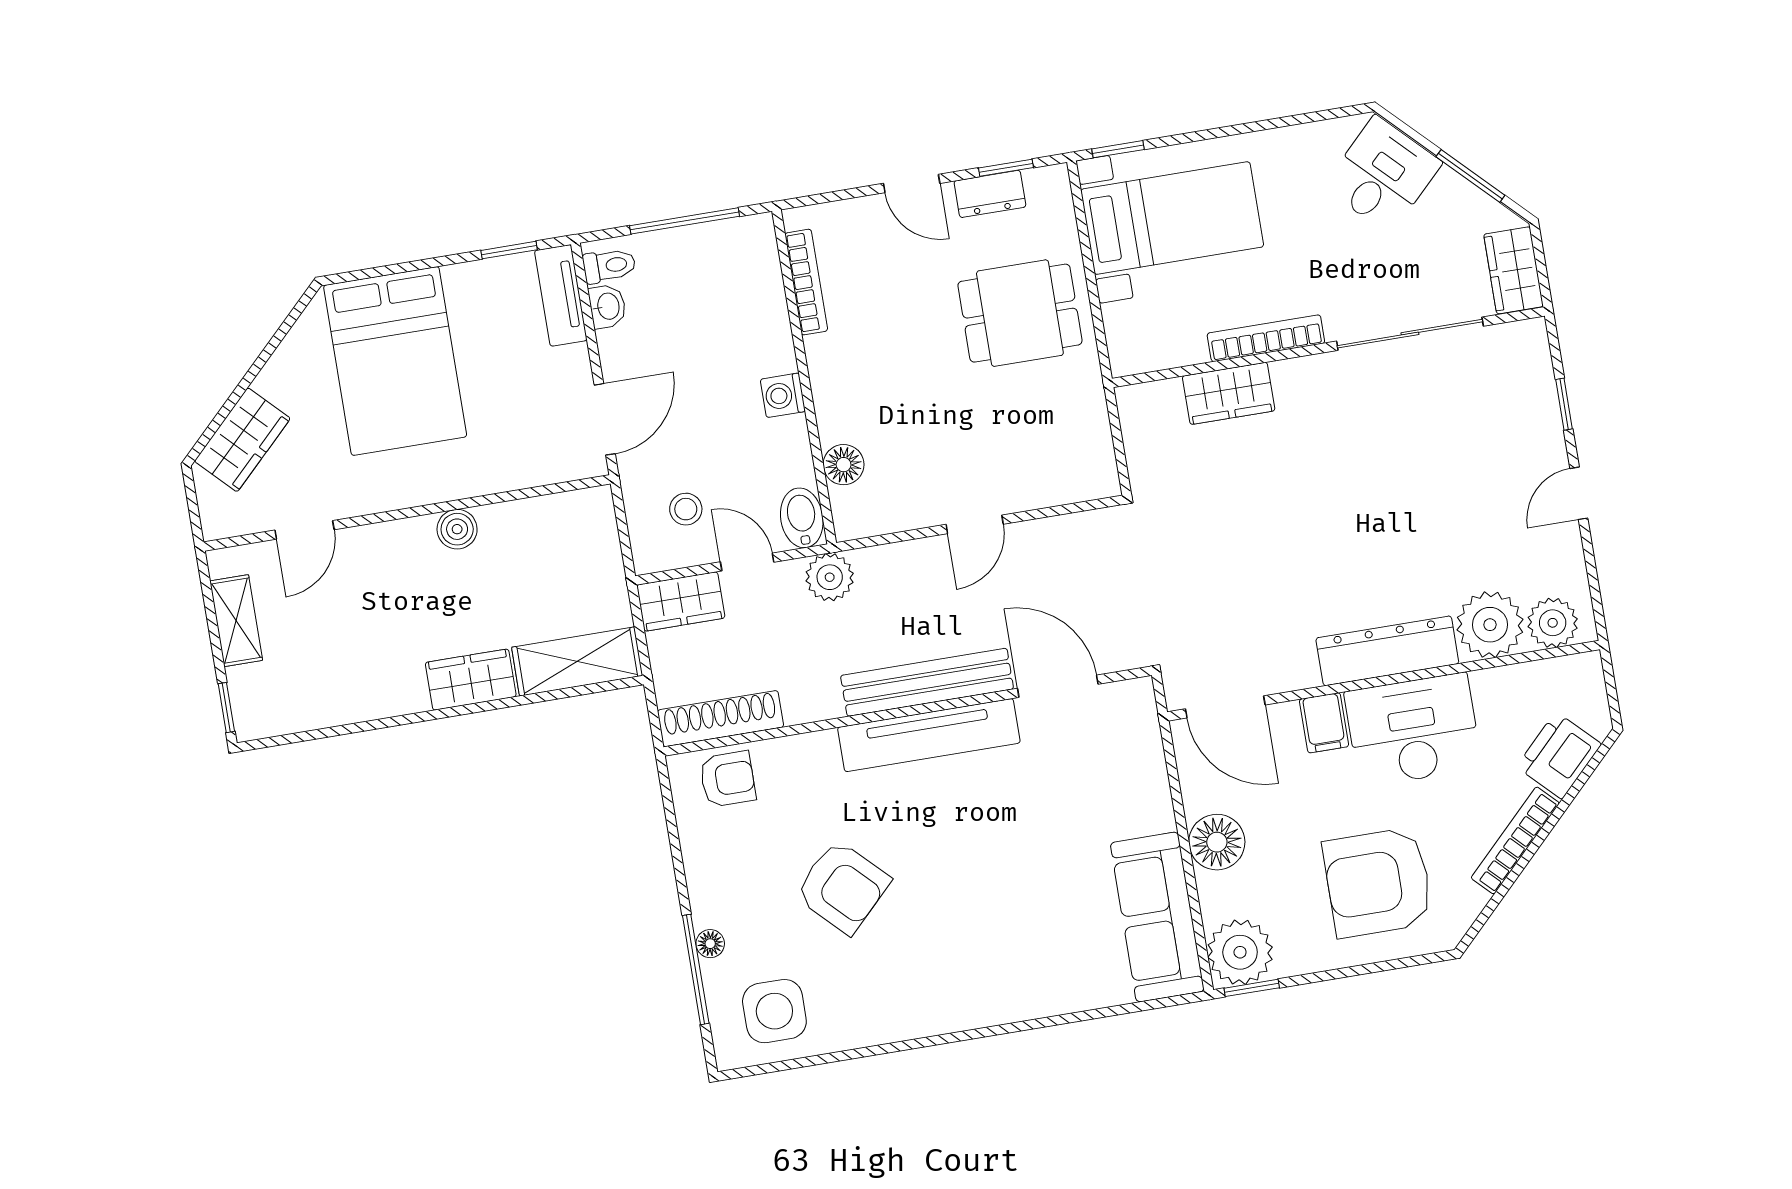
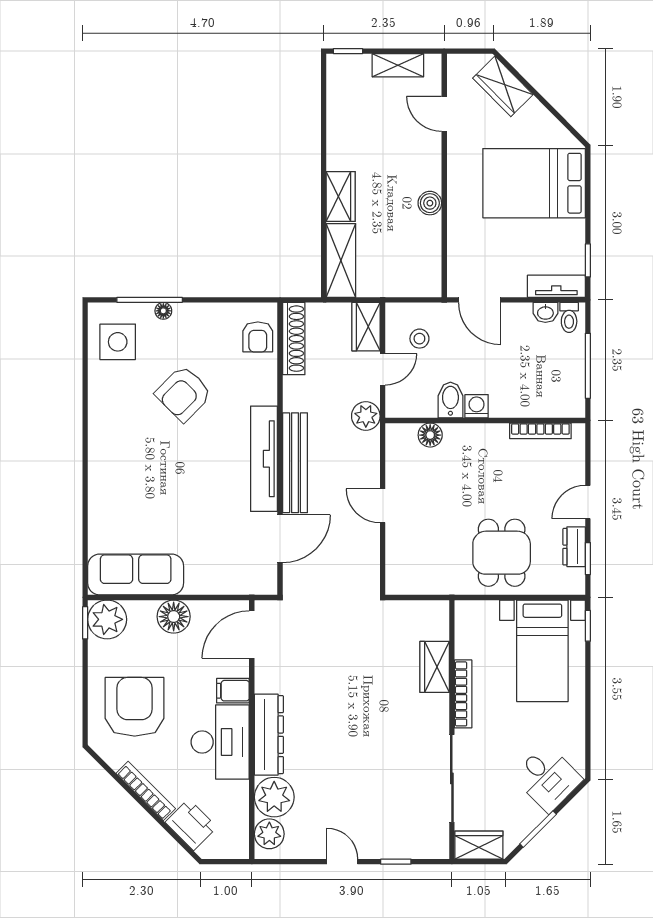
bidet: (802, 518) -> (450, 400), moved, turned -90

